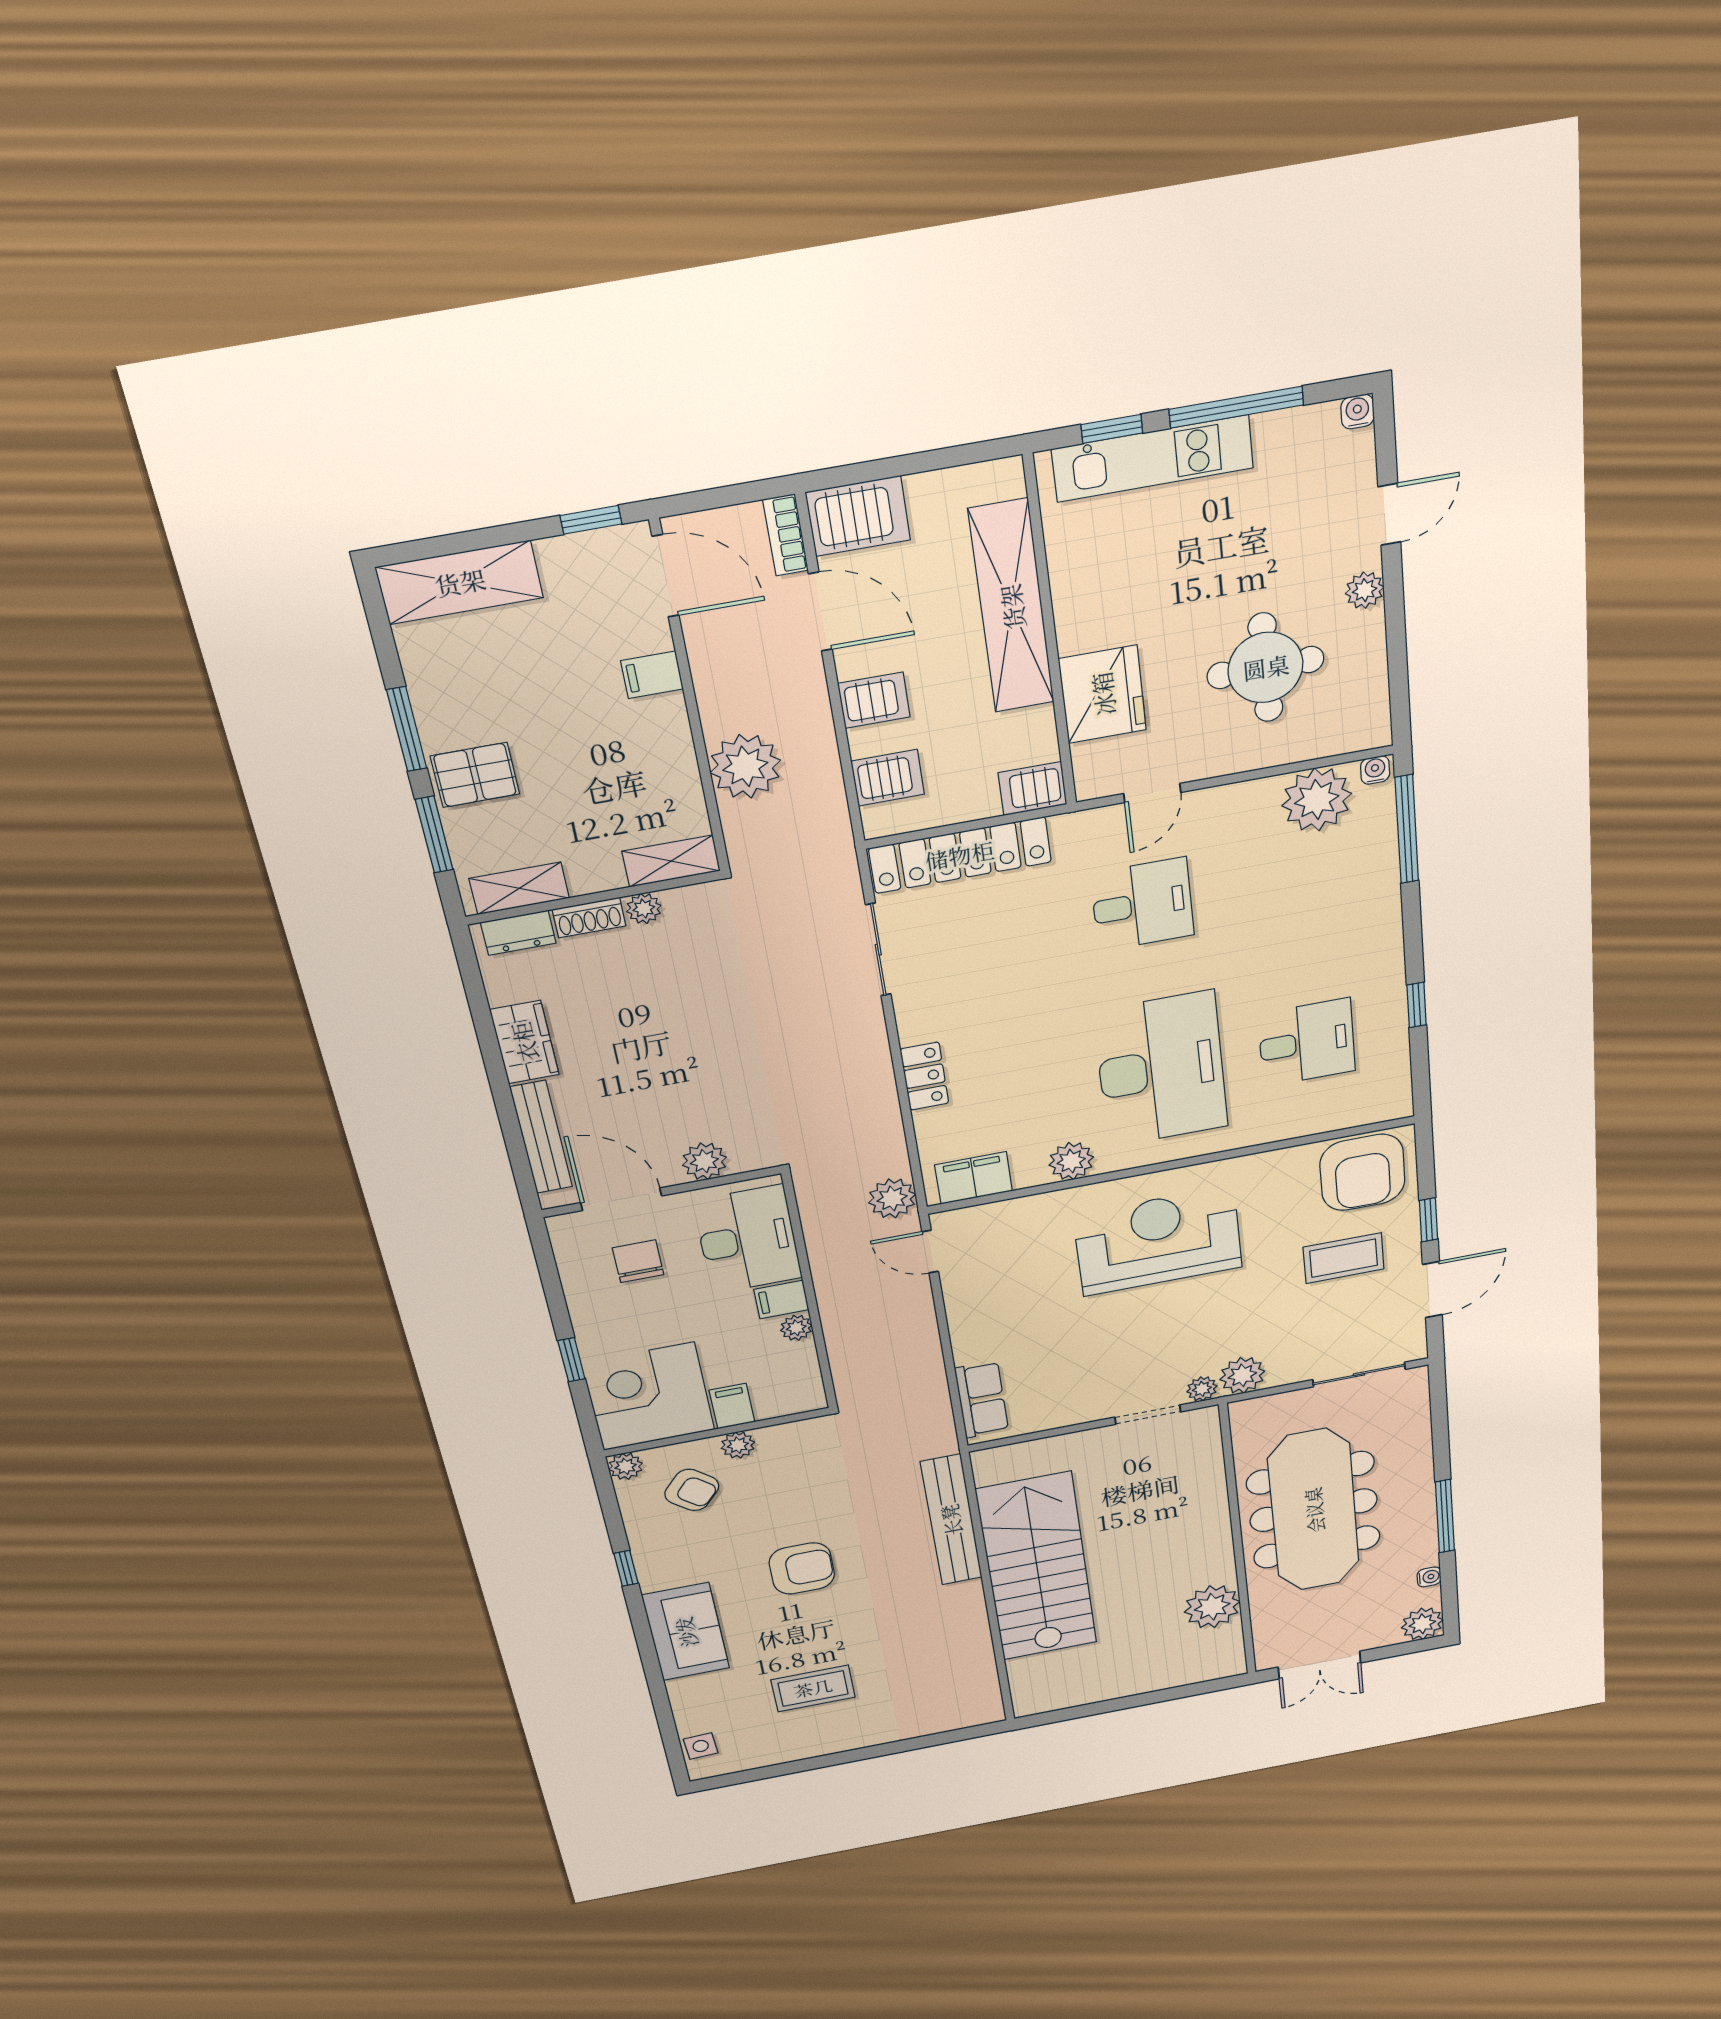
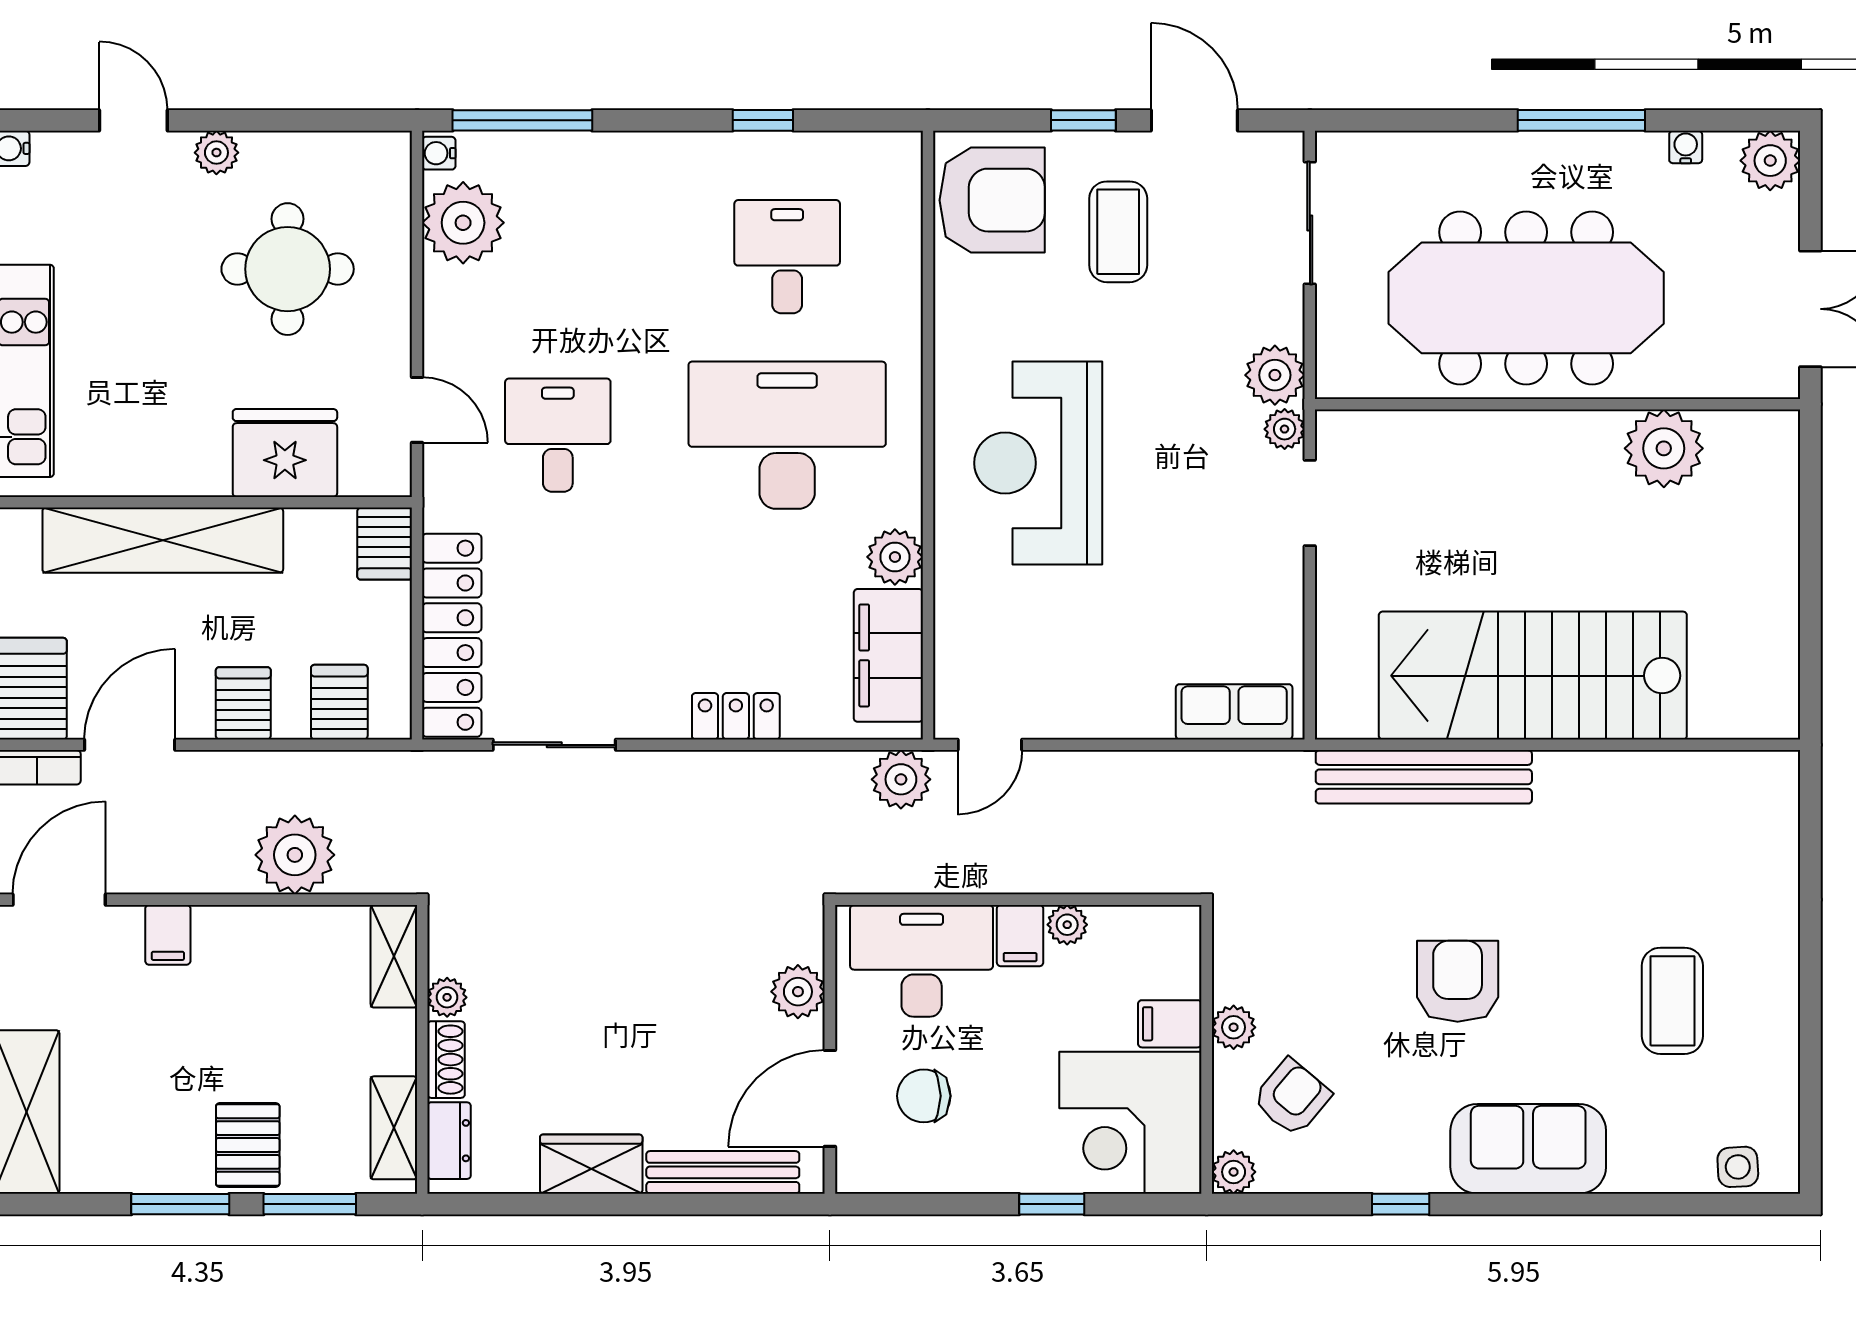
filing cabinet: (974, 1178) -> (888, 655), width x1.50, depth x1.17

